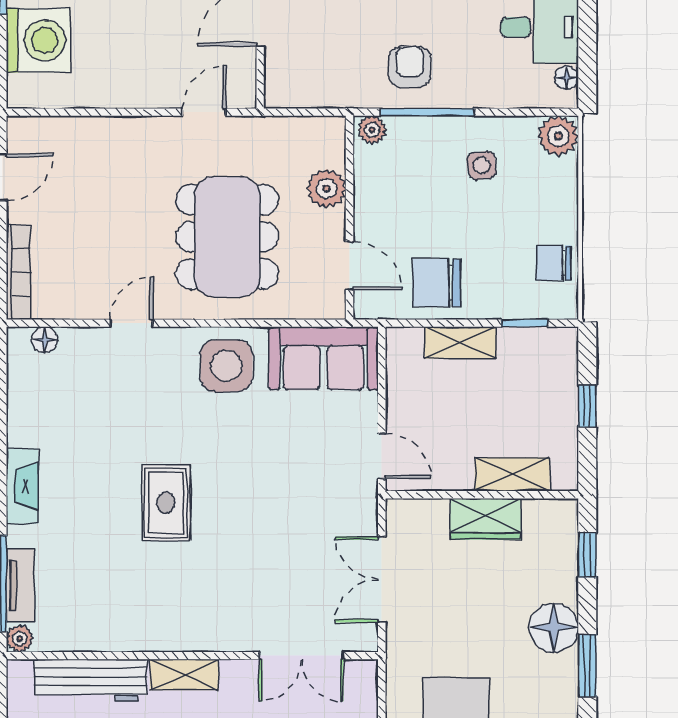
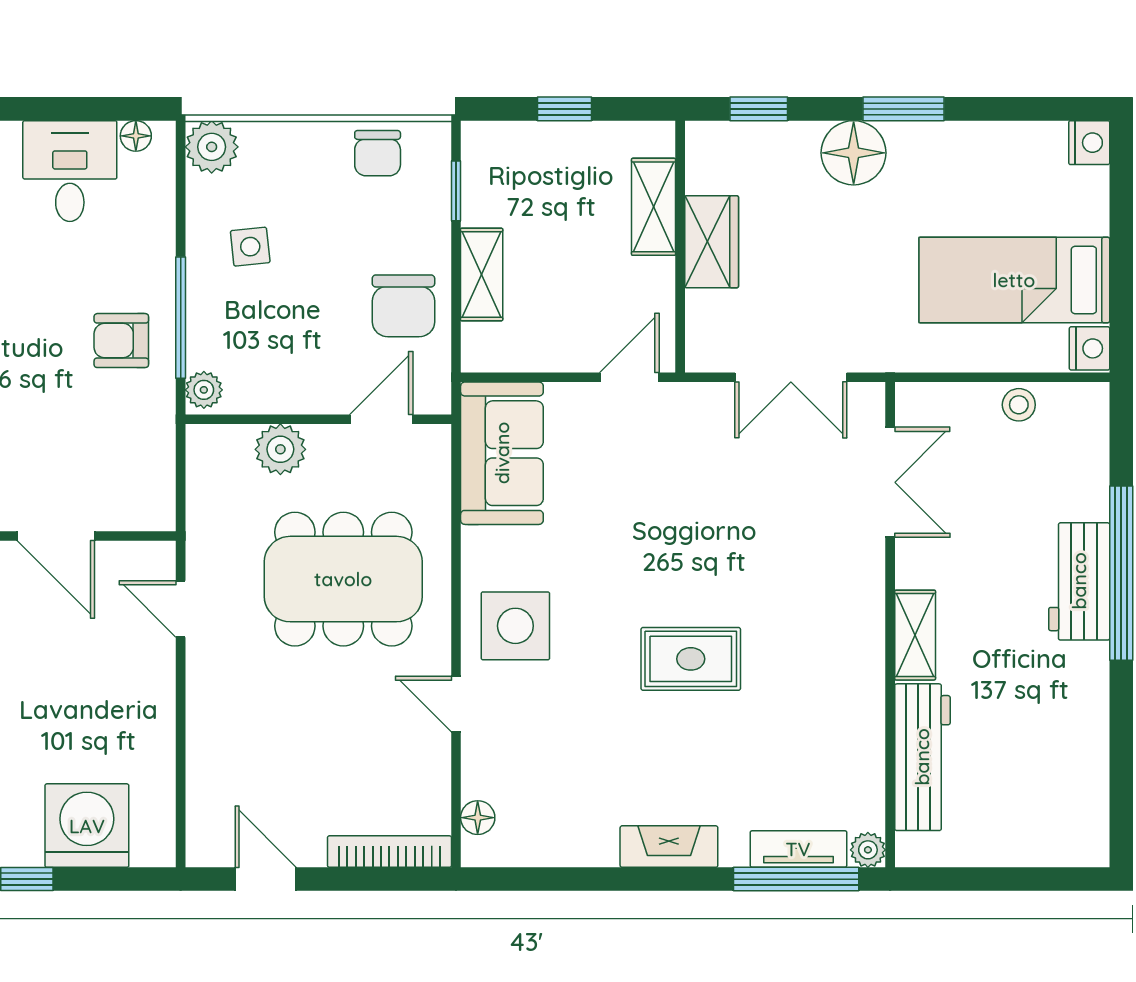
side table: (226, 366) -> (515, 626), moved

